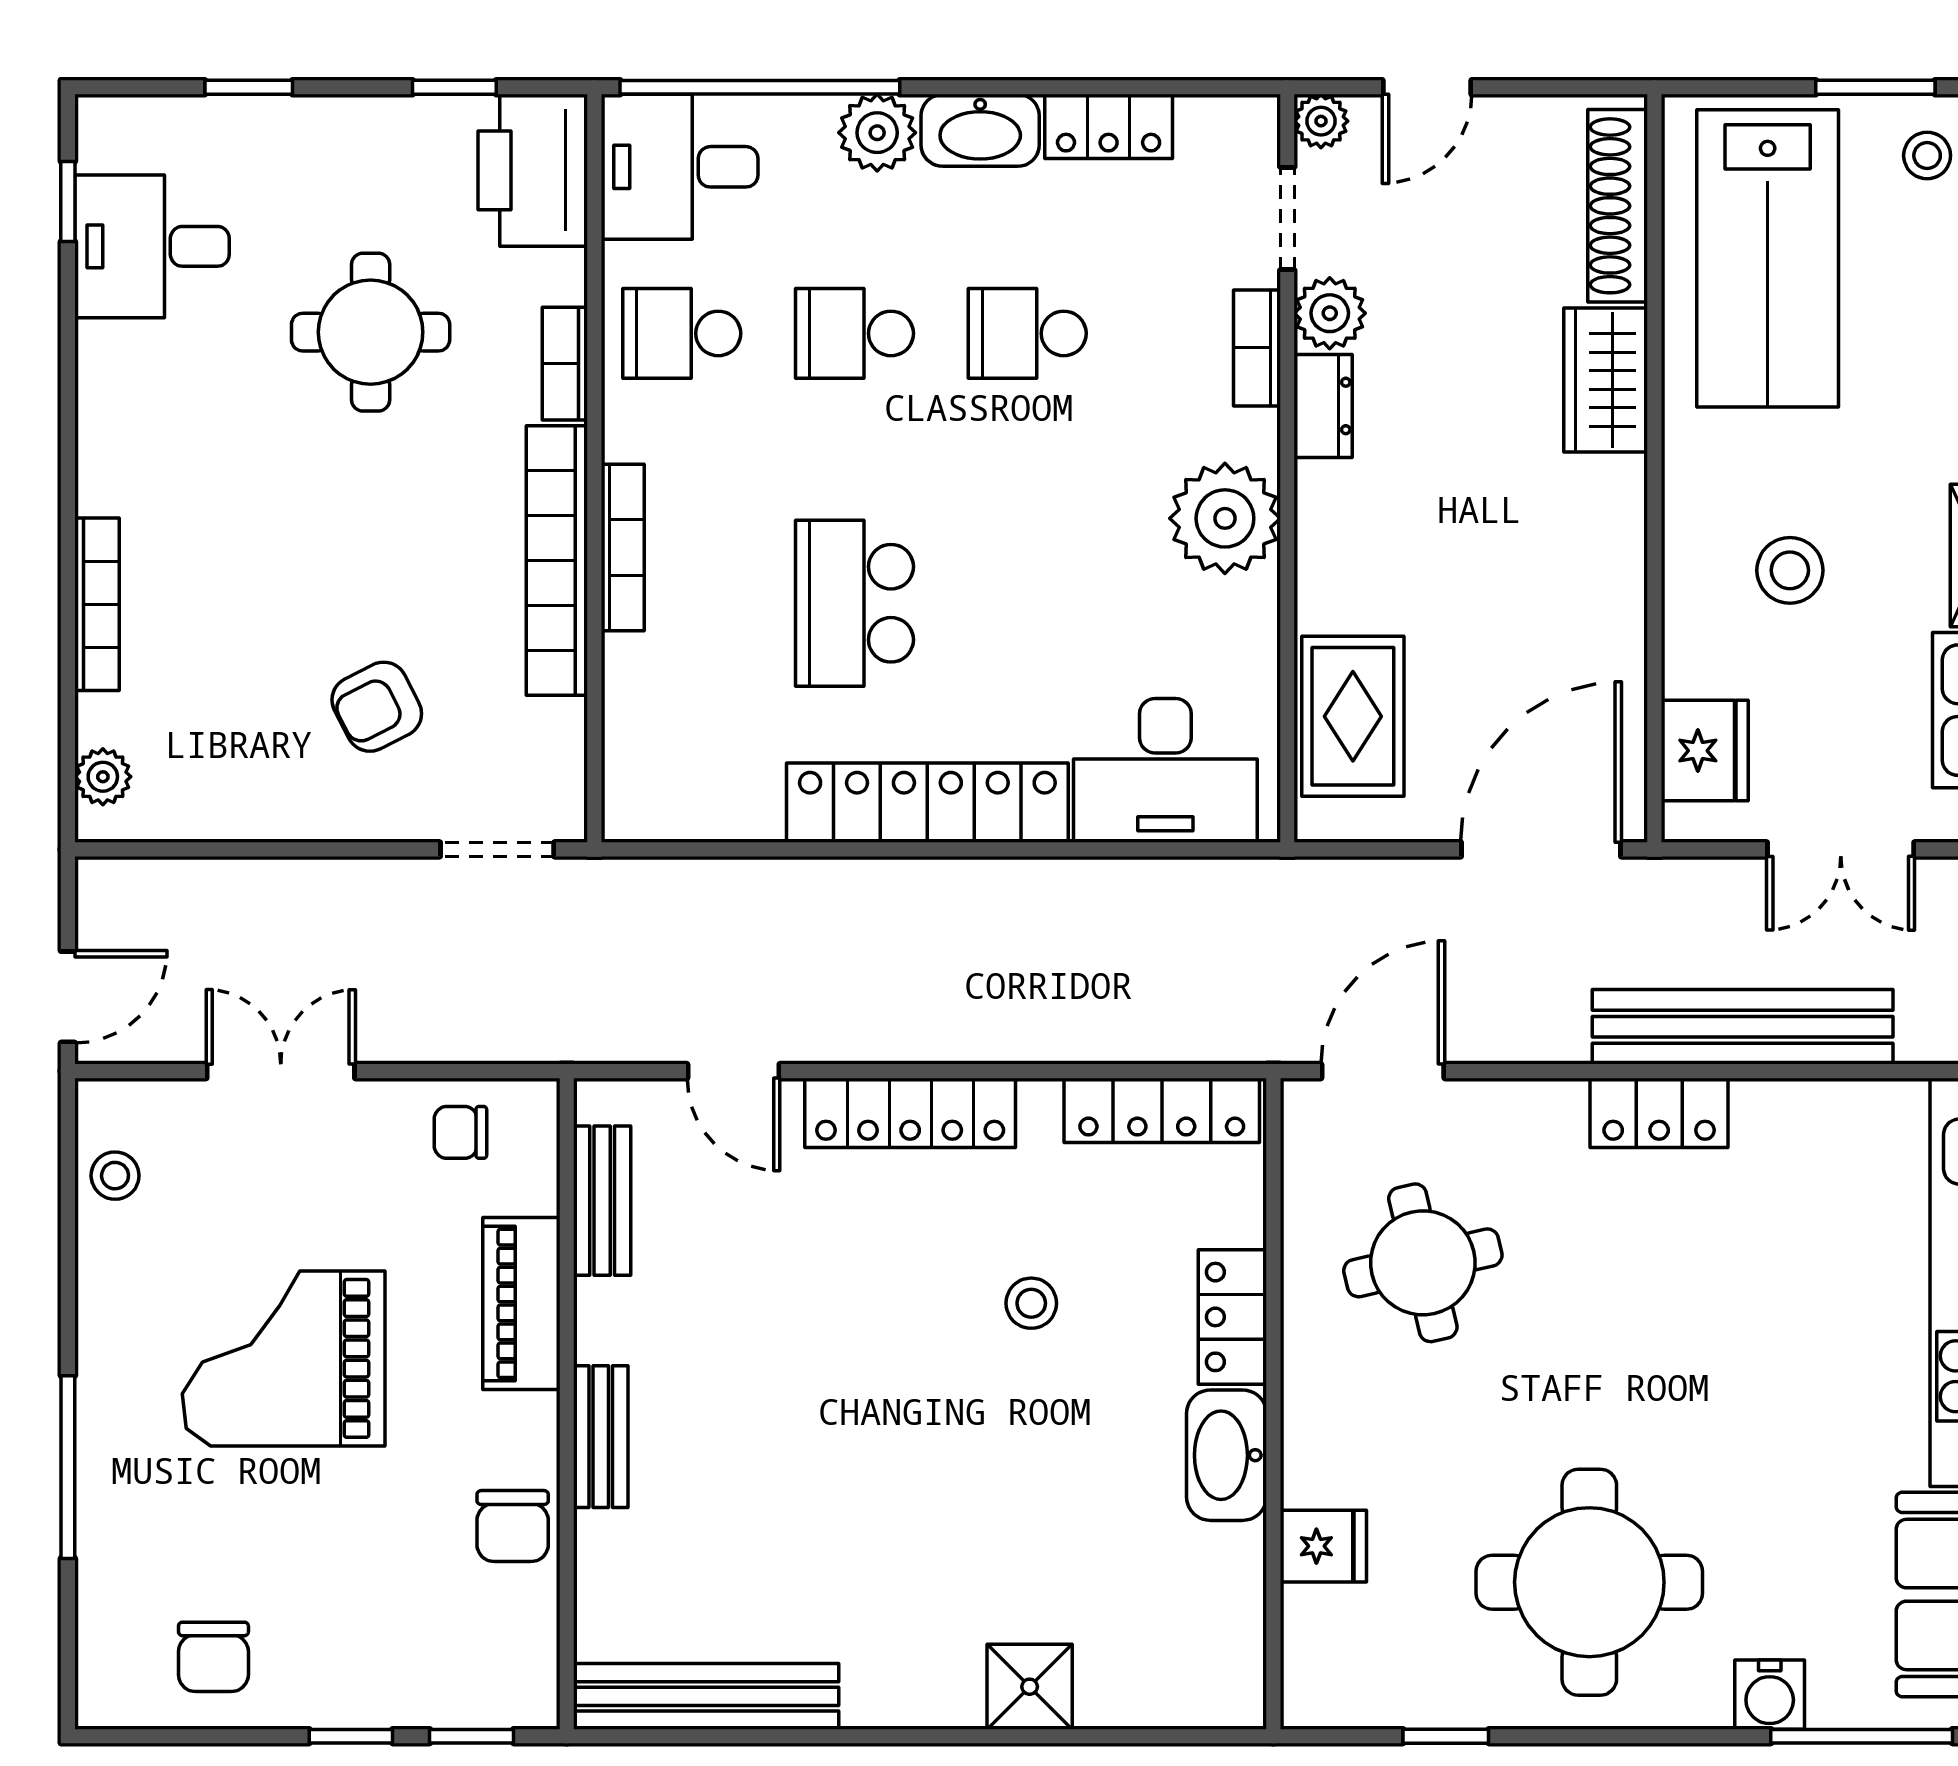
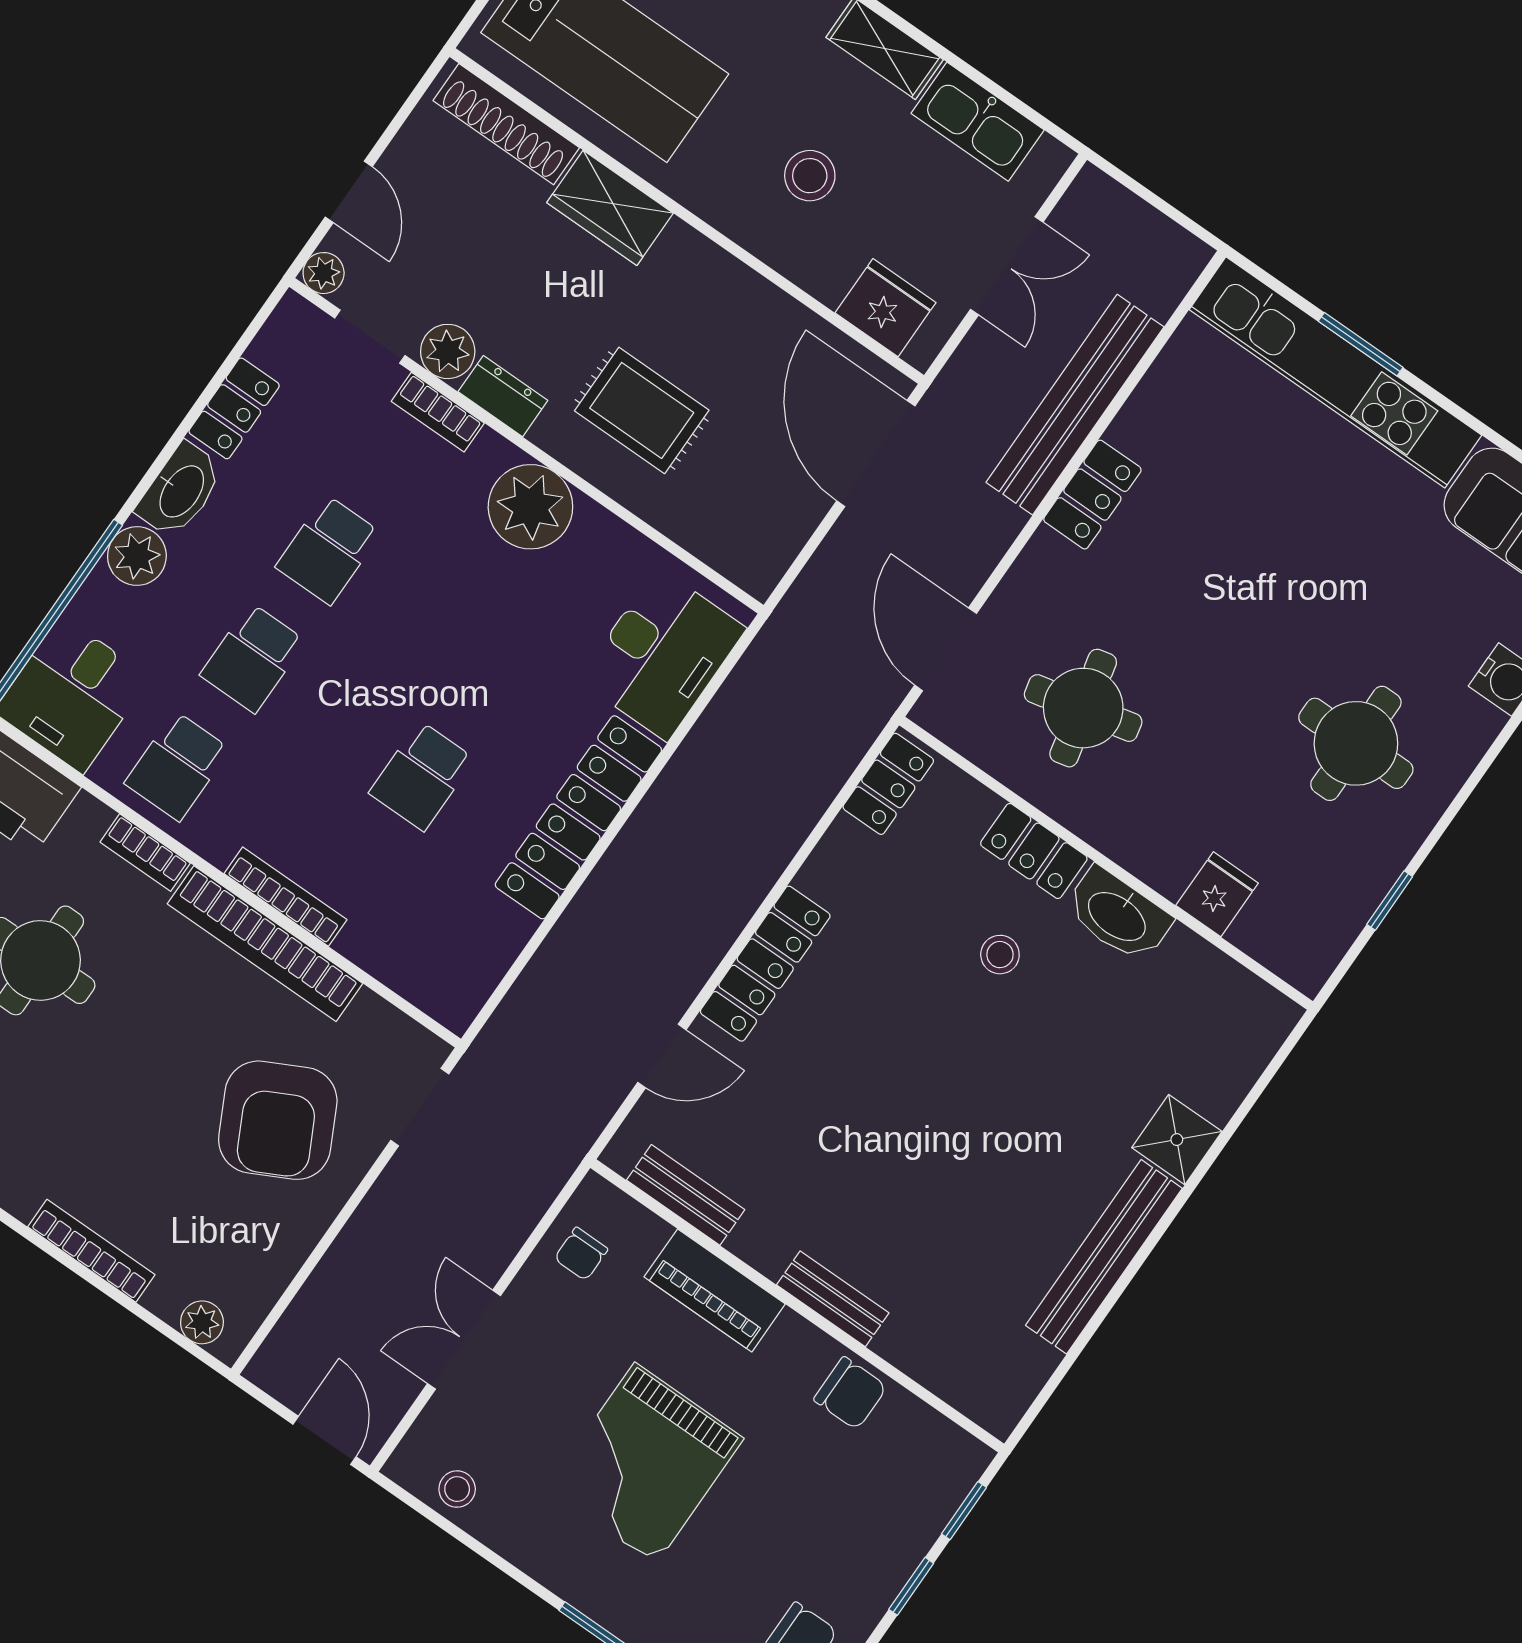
school desk: (854, 603) -> (422, 776), width x0.54
armchair: (377, 707) -> (278, 1120), width x1.88, depth x1.88
rug: (1353, 716) -> (642, 410), moved
locker: (1162, 1110) -> (888, 784), width x0.66
stool: (1031, 1303) -> (1000, 955), moved
round table: (1589, 1582) -> (1356, 743), width x0.73, depth x0.73
bench: (706, 1696) -> (1104, 1257), moved

